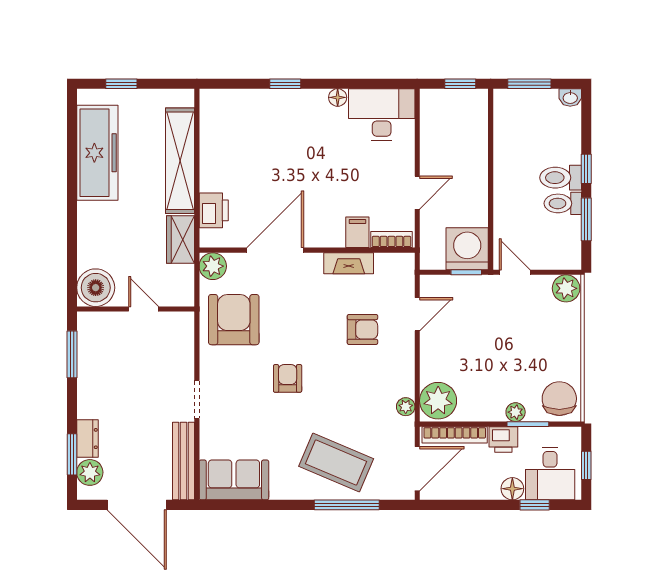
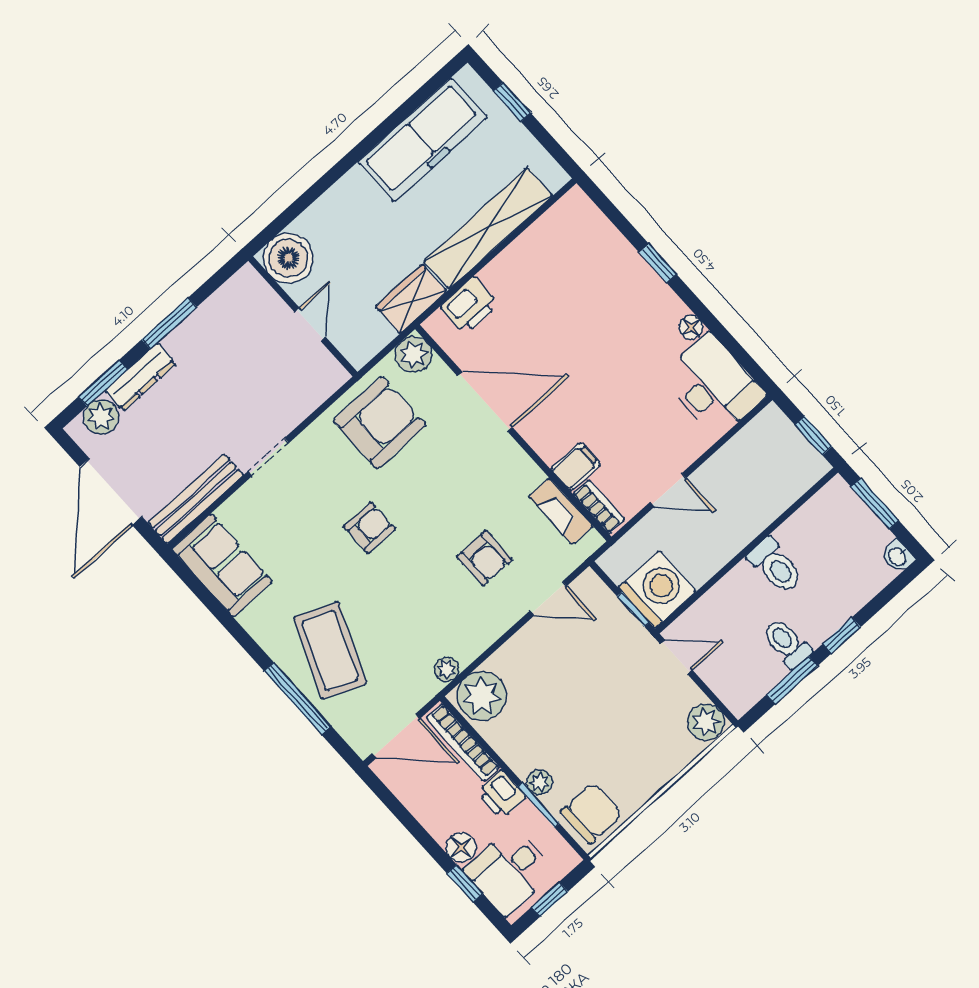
toilet: (561, 178) -> (775, 566), moved, turned 180
fireplace: (349, 263) -> (561, 511), moved
door: (515, 272) -> (676, 657), hinge flipped
window: (72, 354) -> (169, 323), moved
dresser: (87, 439) -> (141, 377), width x1.44

